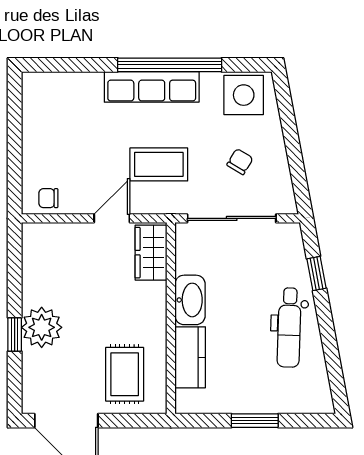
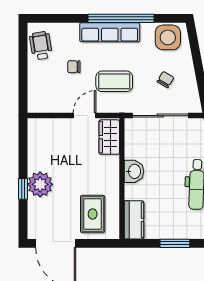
wheelchair: (43, 108) -> (41, 46), added
chair: (48, 198) -> (74, 67), moved
washbasin: (190, 300) -> (134, 171), width x0.72
kitchen counter: (190, 357) -> (134, 220), moved

